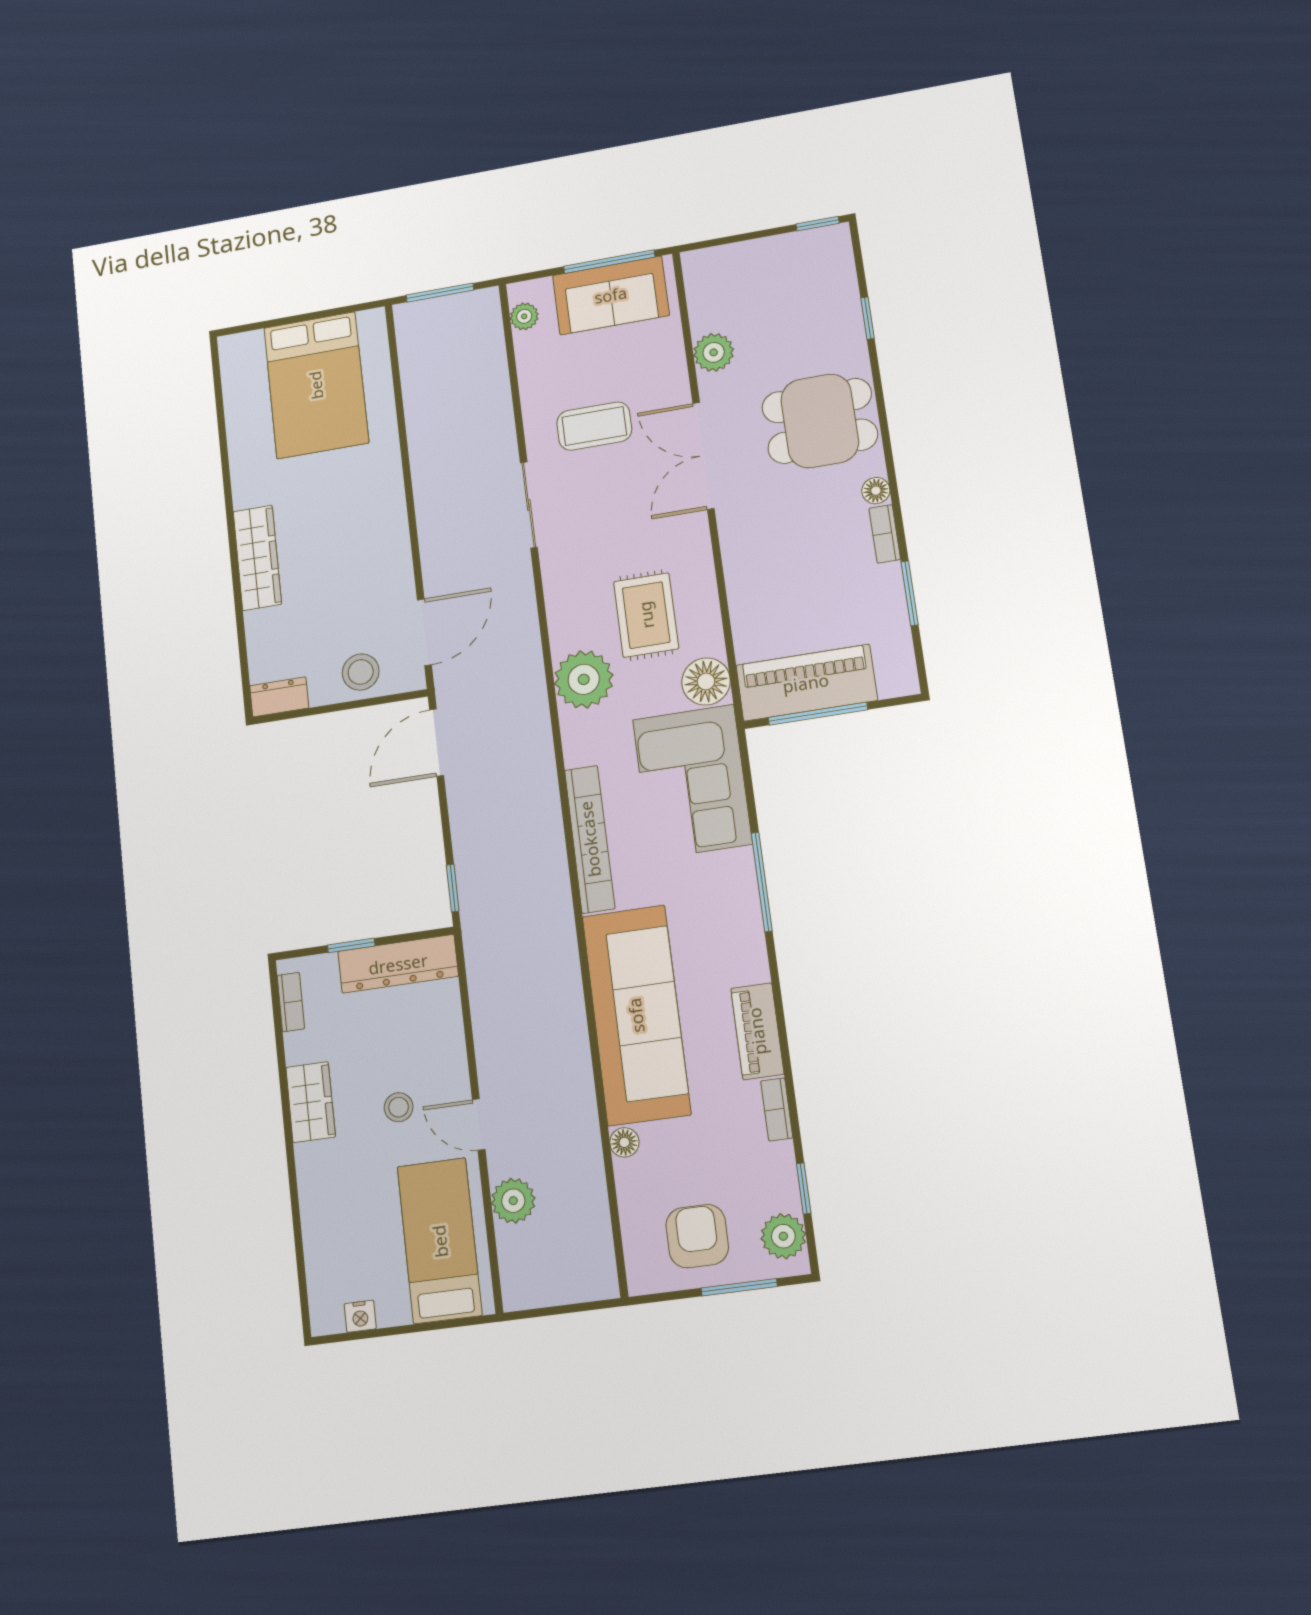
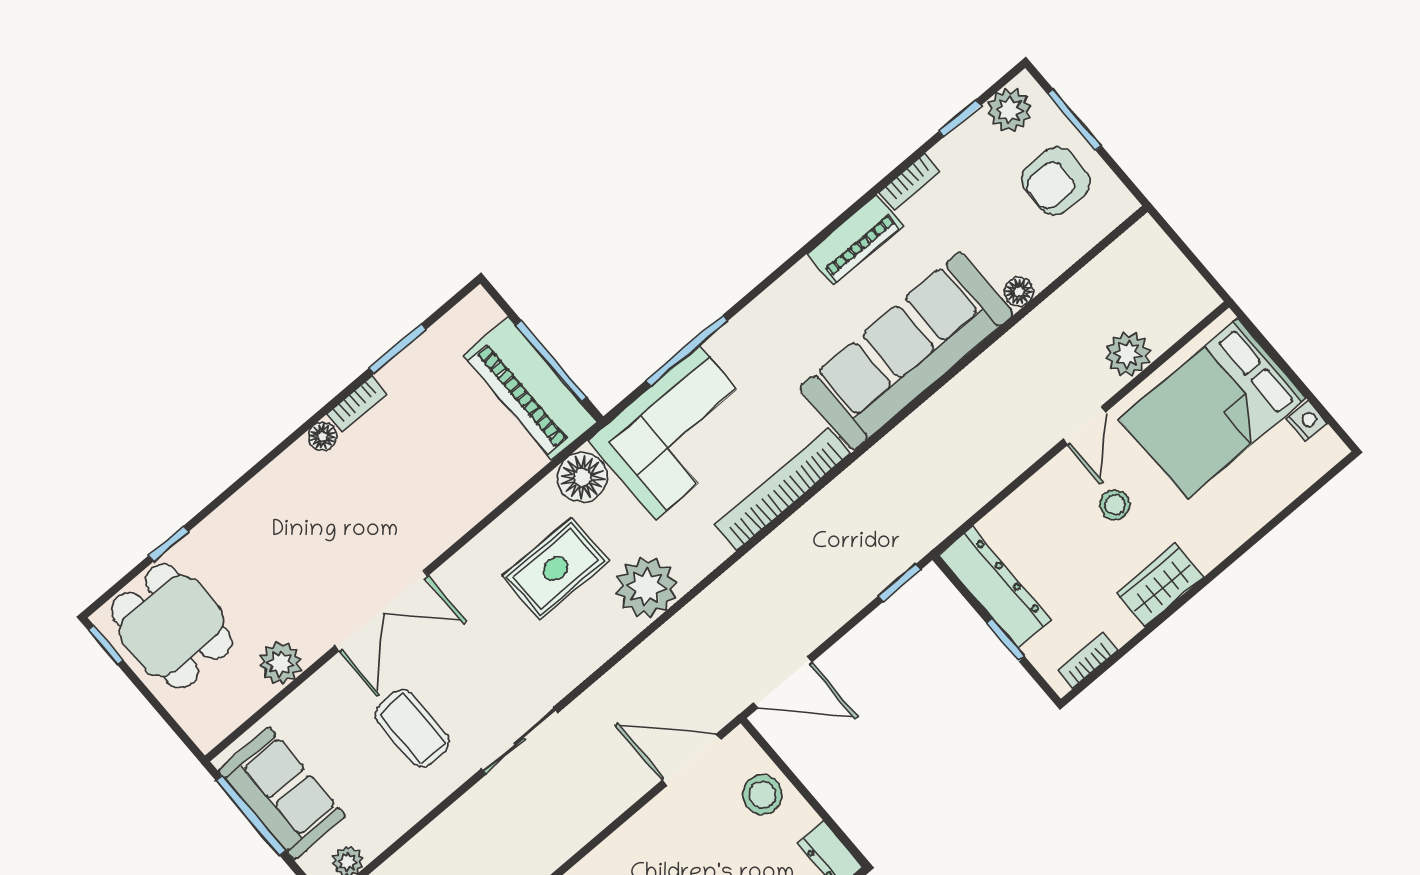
dining table: (820, 421) -> (172, 626), moved
window: (762, 882) -> (687, 351), moved
bed: (440, 1241) -> (1213, 408), width x1.50

